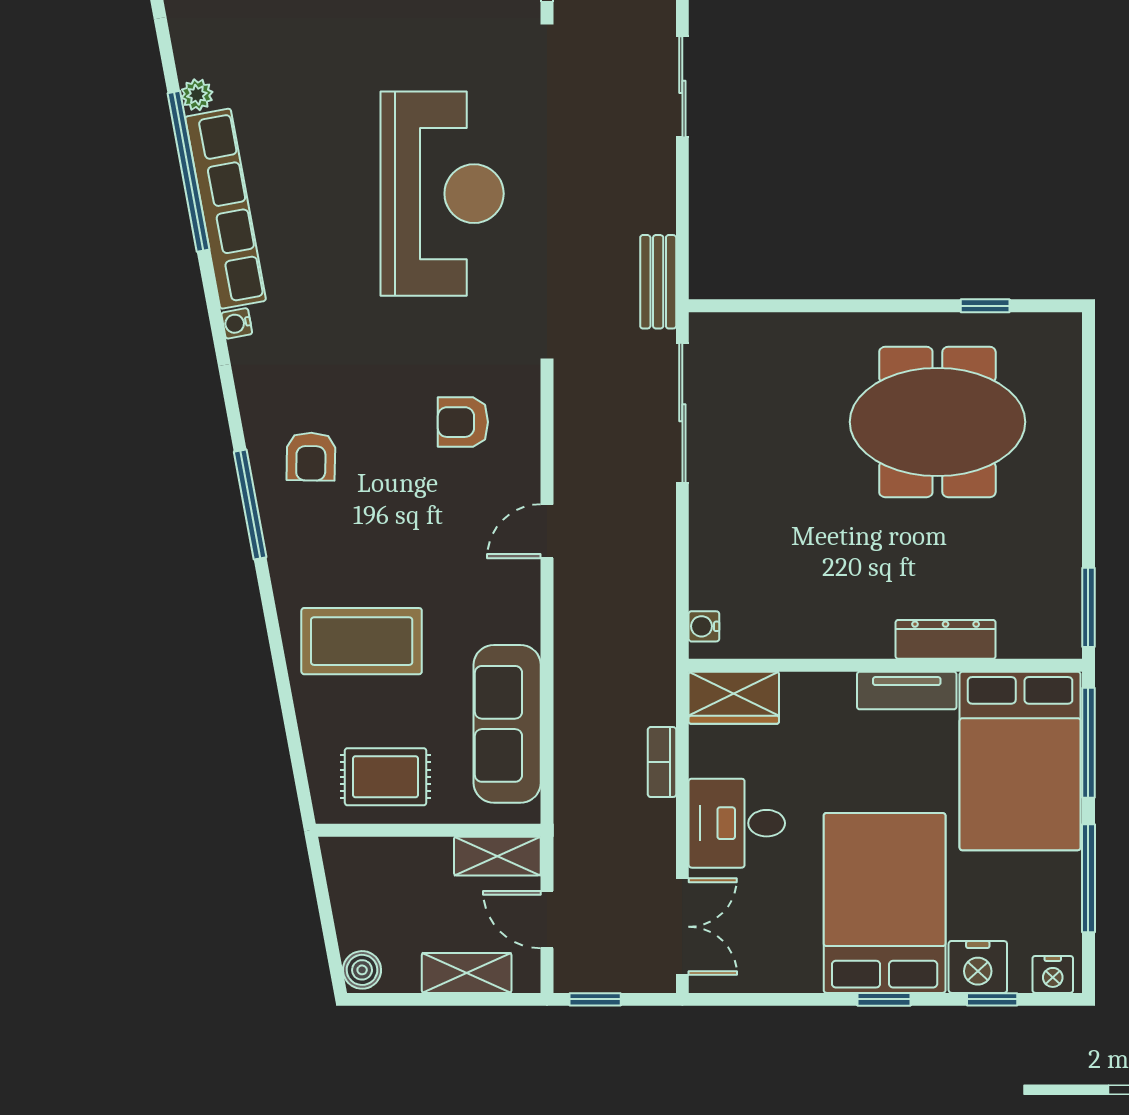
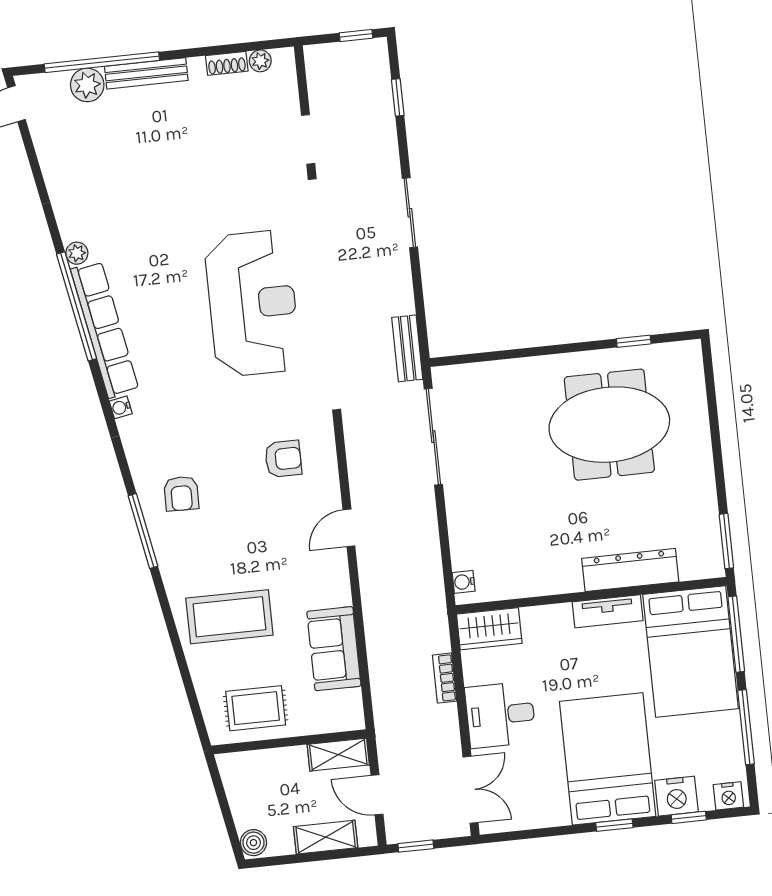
armchair: (463, 422) -> (283, 459), turned 180
dresser: (946, 639) -> (630, 570), width x1.37, depth x1.24
sofa: (507, 724) -> (334, 649), width x0.73

